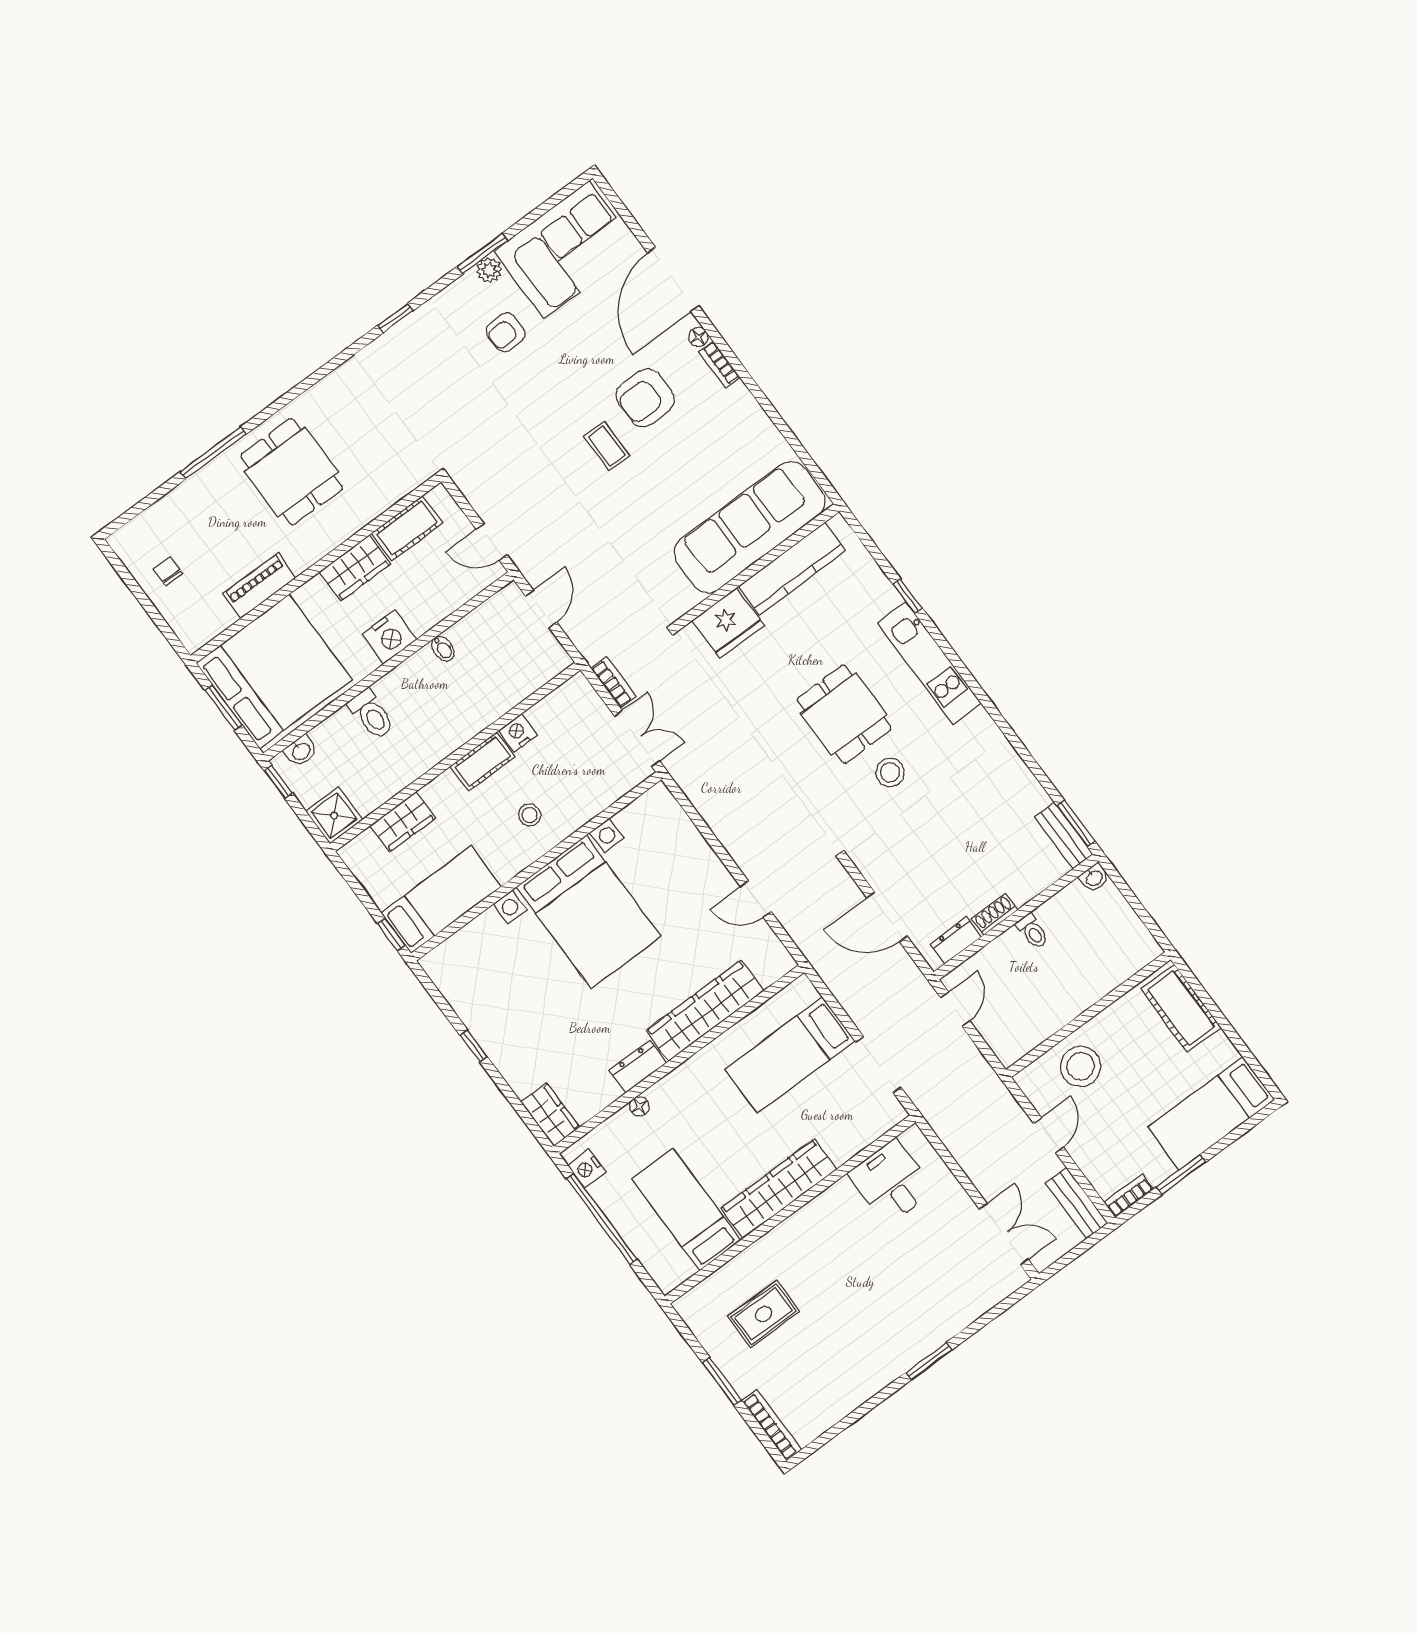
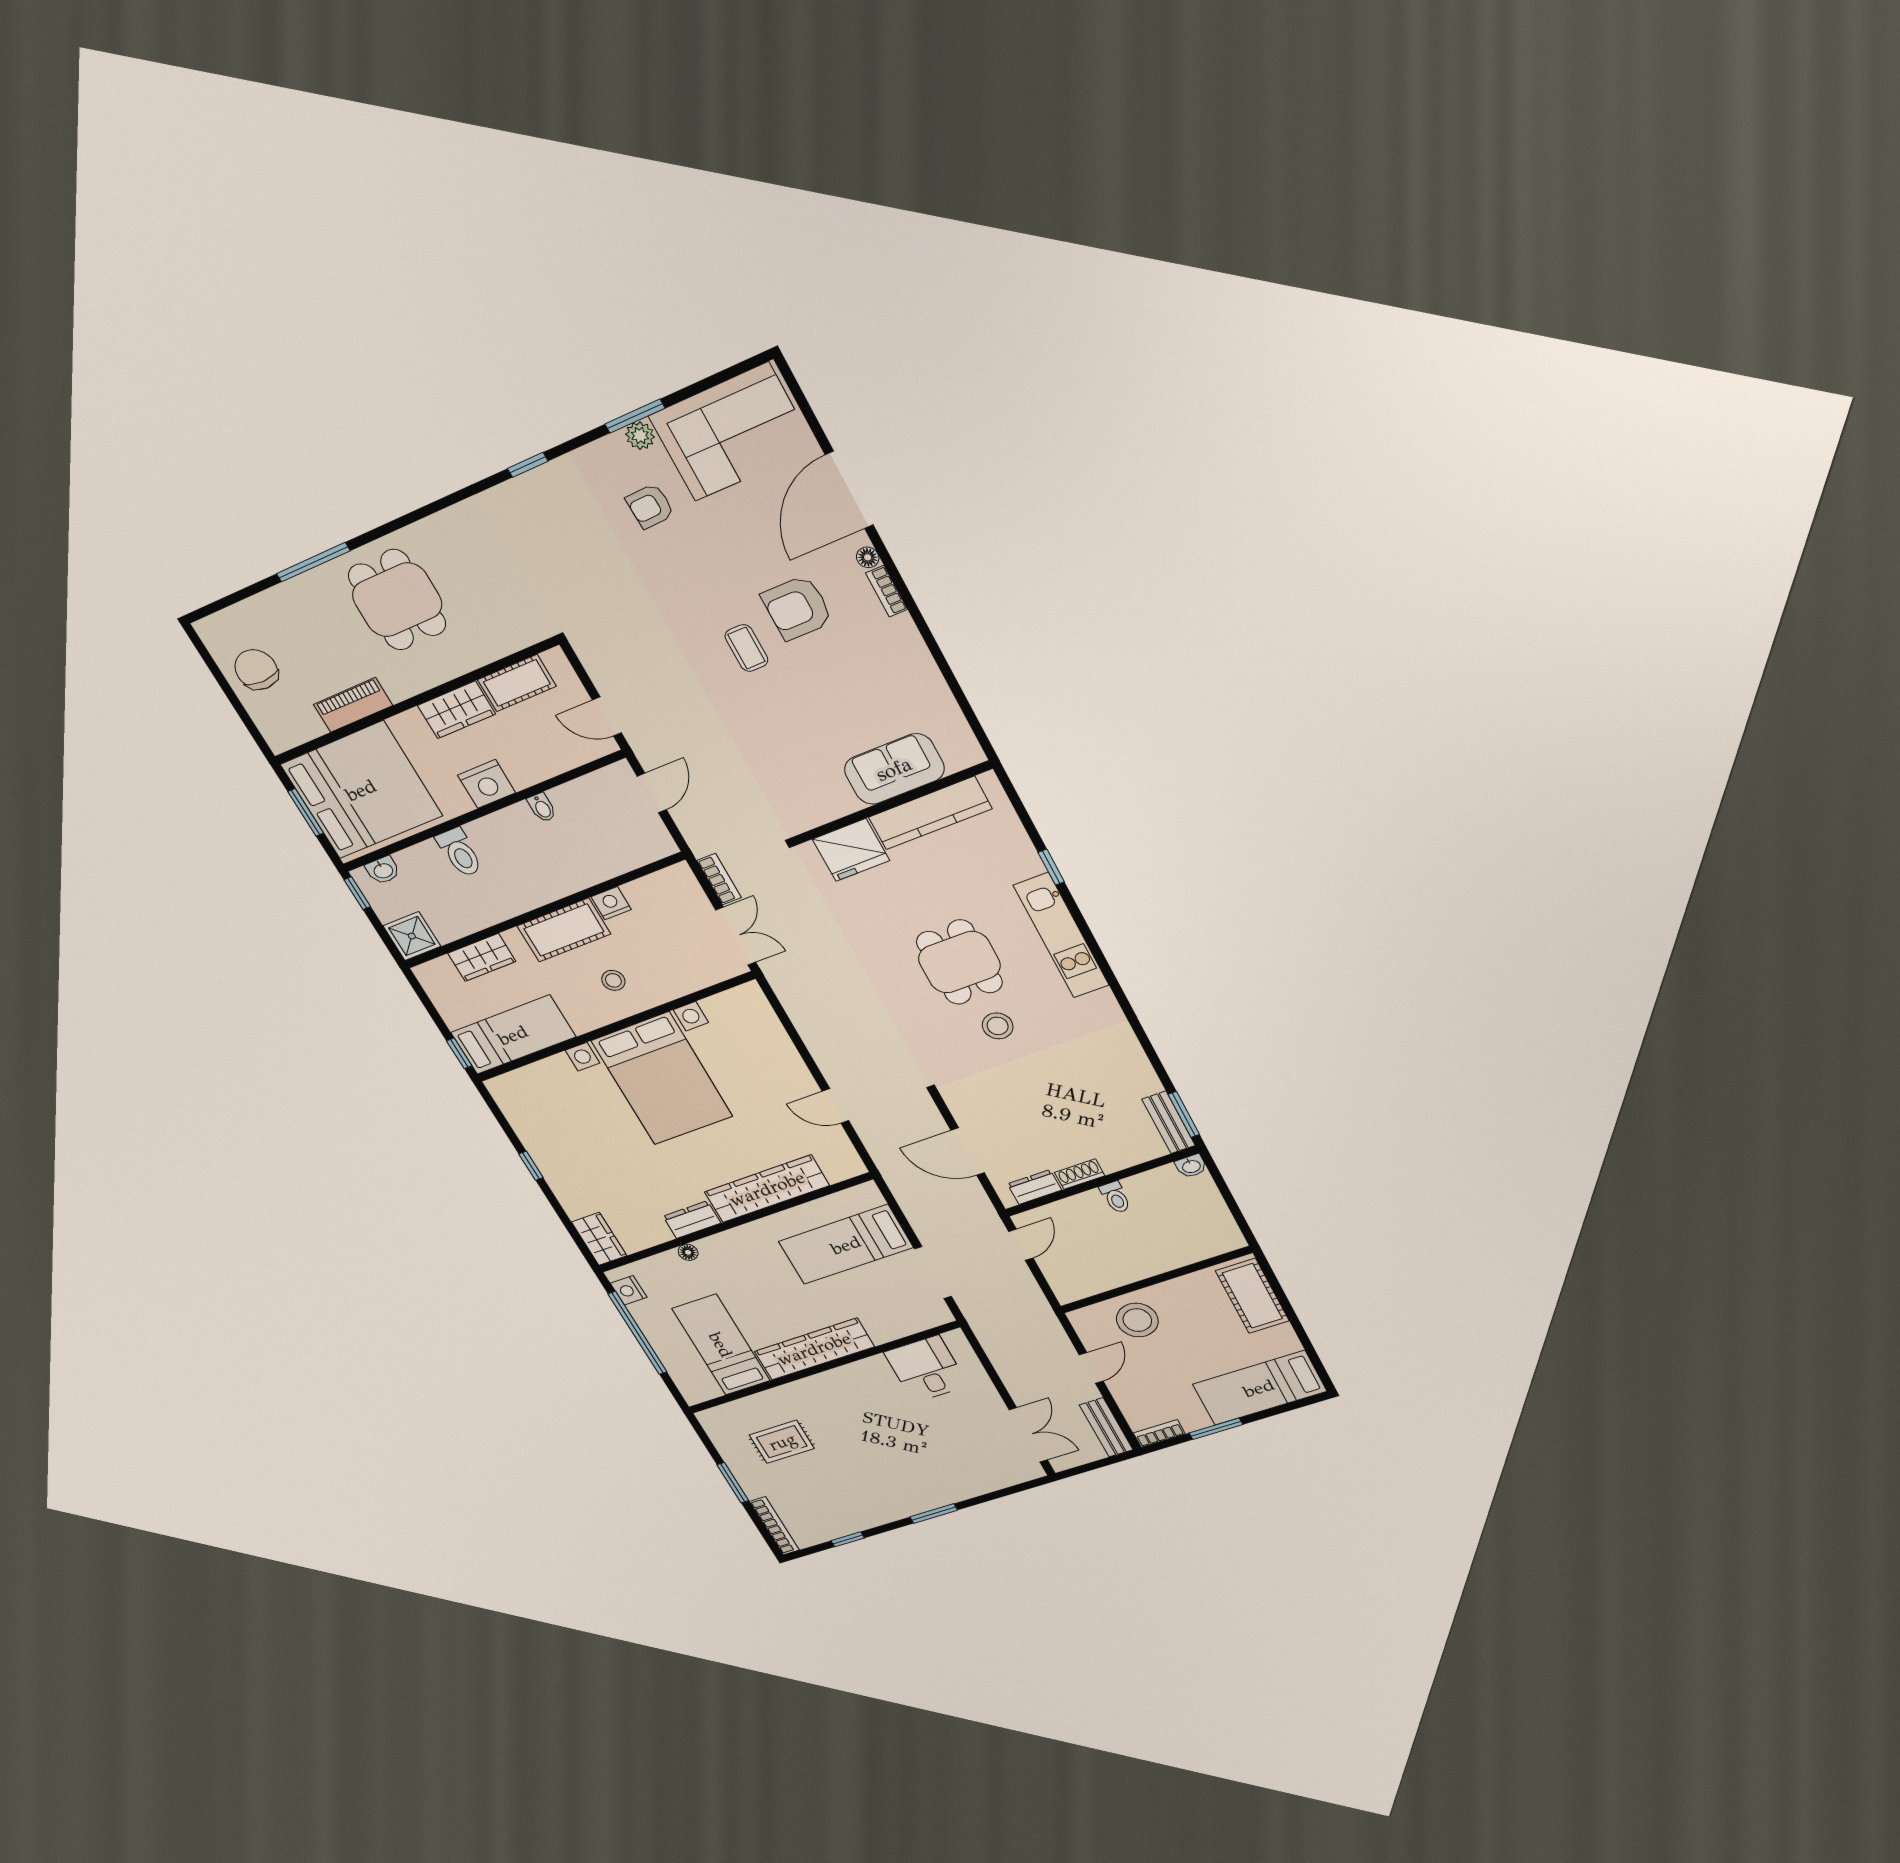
sofa: (749, 527) -> (894, 769), width x0.54, depth x0.79
chair: (168, 571) -> (256, 670), width x1.87, depth x1.87
cot: (482, 762) -> (564, 930), width x1.37, depth x1.34
window: (848, 1421) -> (848, 1539), added

